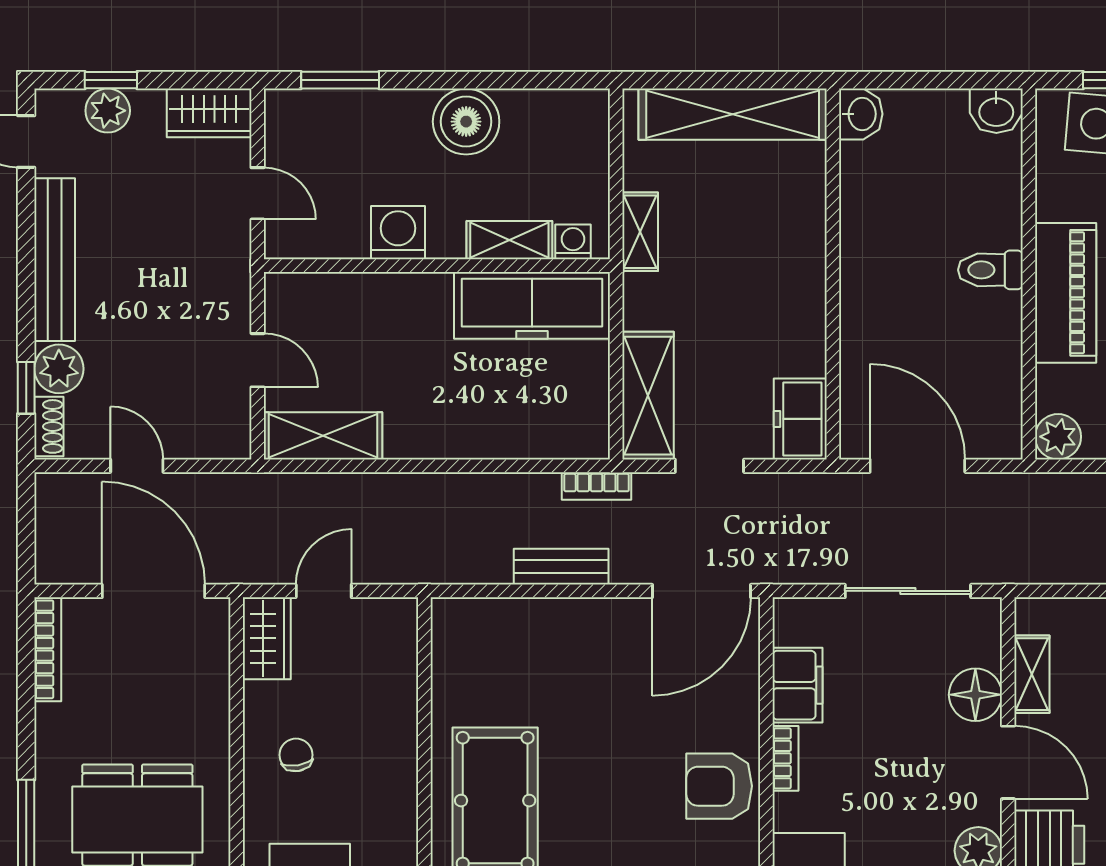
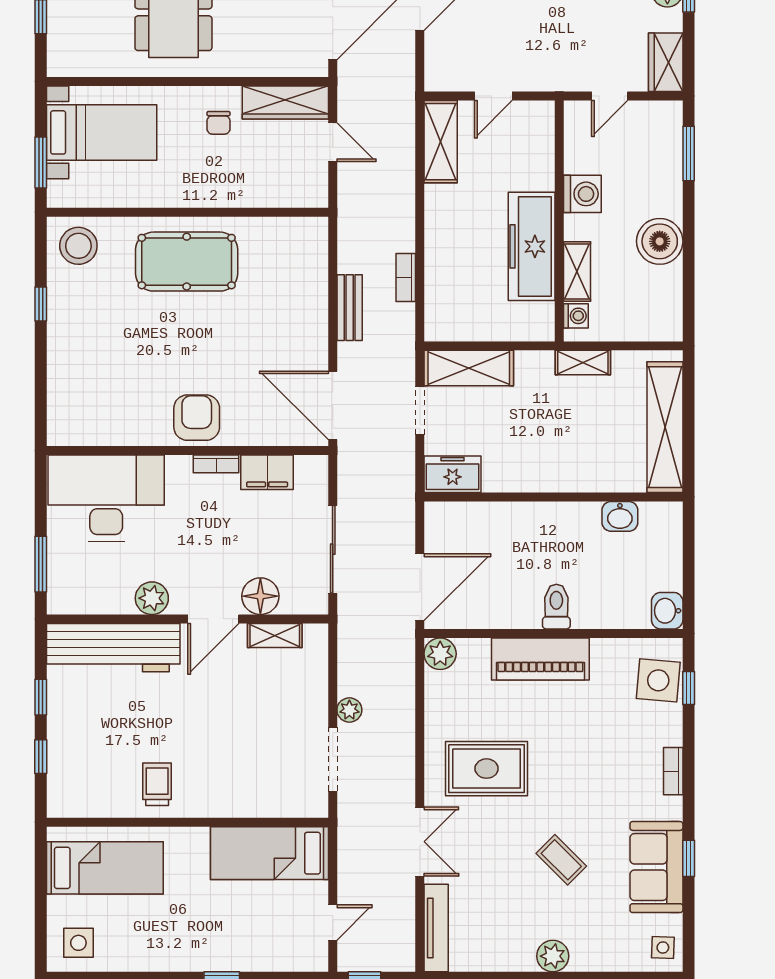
washbasin: (861, 114) -> (620, 516), moved
freezer: (532, 305) -> (532, 246), moved
door: (917, 466) -> (420, 587), moved
bookcase: (597, 486) -> (406, 278), moved
wardrobe: (267, 638) -> (285, 103), width x1.50
chair: (296, 755) -> (218, 123), turned 99

